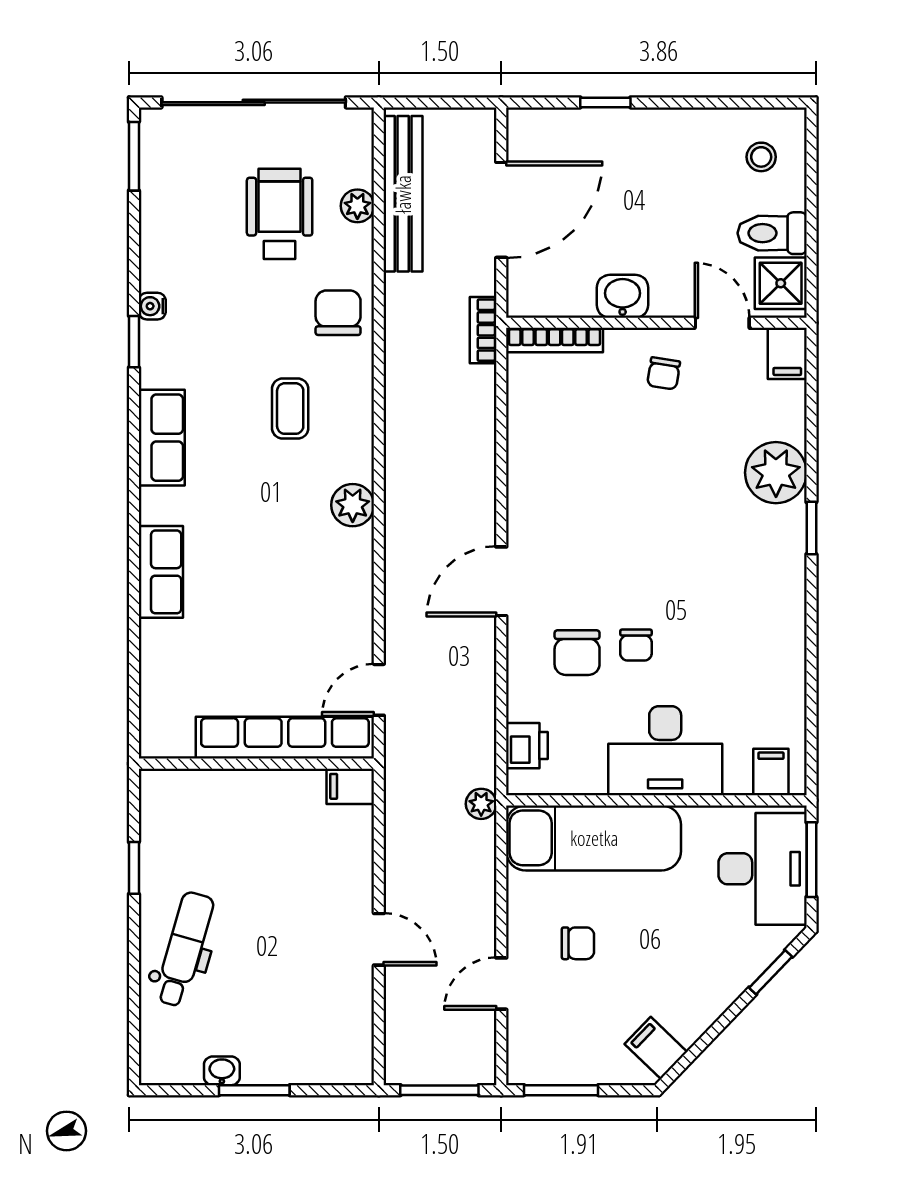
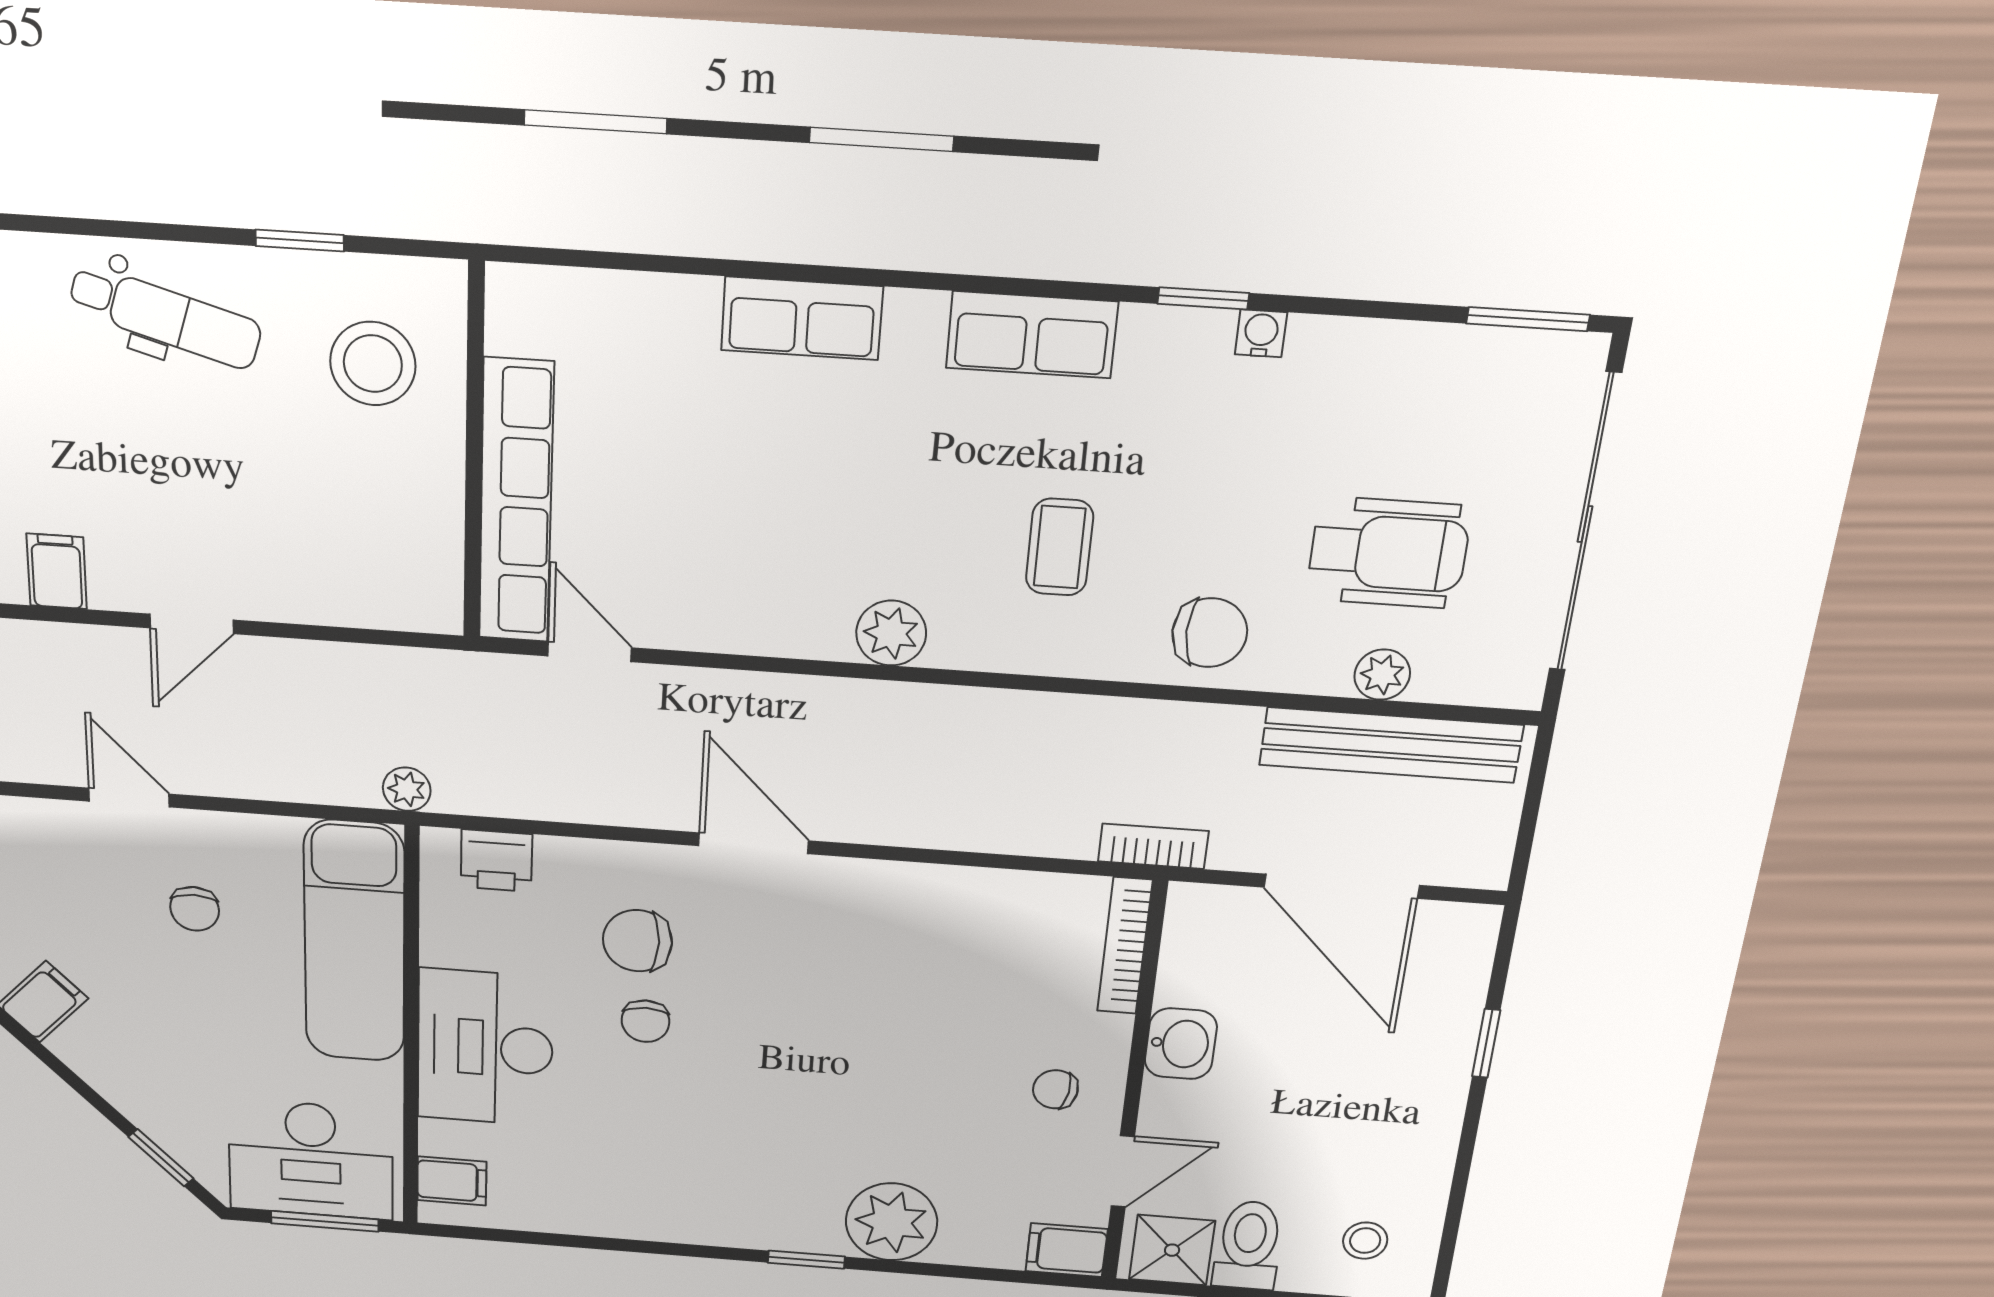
coffee table: (290, 409) -> (1060, 547), turned 90
chair: (636, 645) -> (645, 1021), turned -90
filing cabinet: (350, 786) -> (57, 571), moved
stool: (205, 825) -> (373, 364), added

